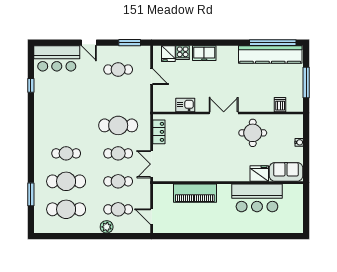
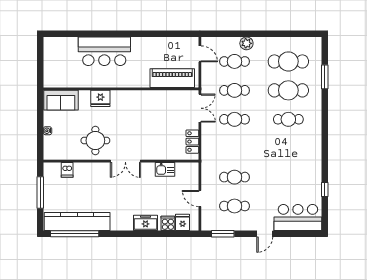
door: (89, 43) -> (265, 234), swing flipped
cafe table: (118, 125) -> (234, 177), moved, width x0.73, depth x0.74
fridge: (259, 174) -> (100, 98), moved
piano: (195, 193) -> (172, 78), moved
bar counter: (257, 198) -> (104, 51), moved, turned 180

